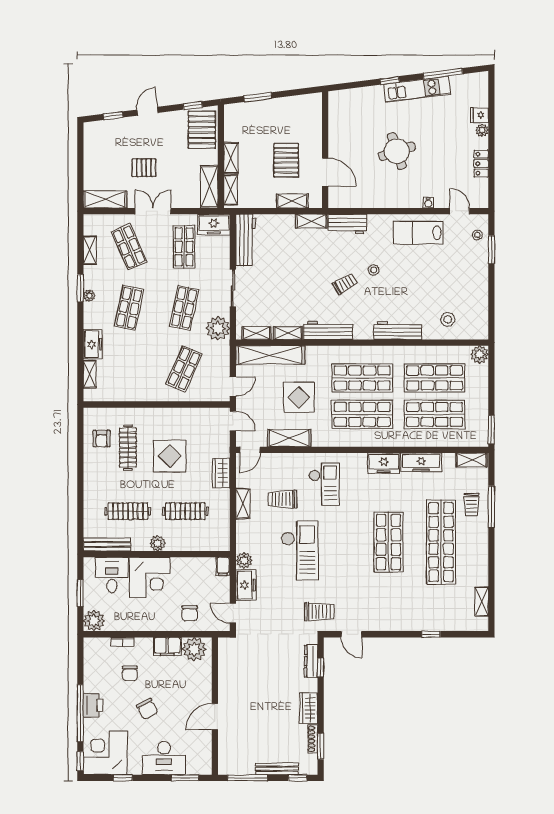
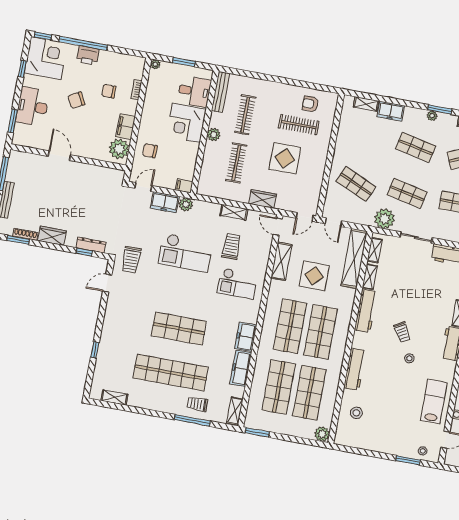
plant: (94, 621) -> (155, 64), width x0.53, depth x0.53

